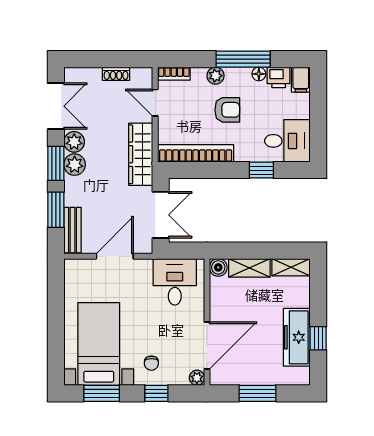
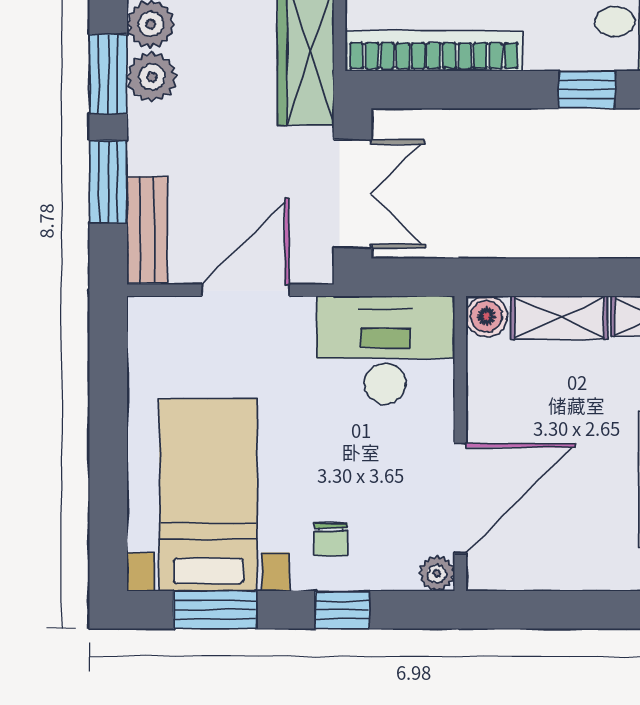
desk: (175, 282) -> (385, 350), width x1.37
window: (257, 393) -> (578, 610), removed

